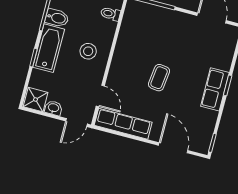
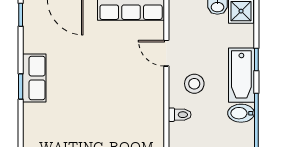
toilet: (110, 14) -> (180, 115), moved
coffee table: (159, 78) -> (103, 75), removed
door: (100, 96) -> (166, 53), moved

